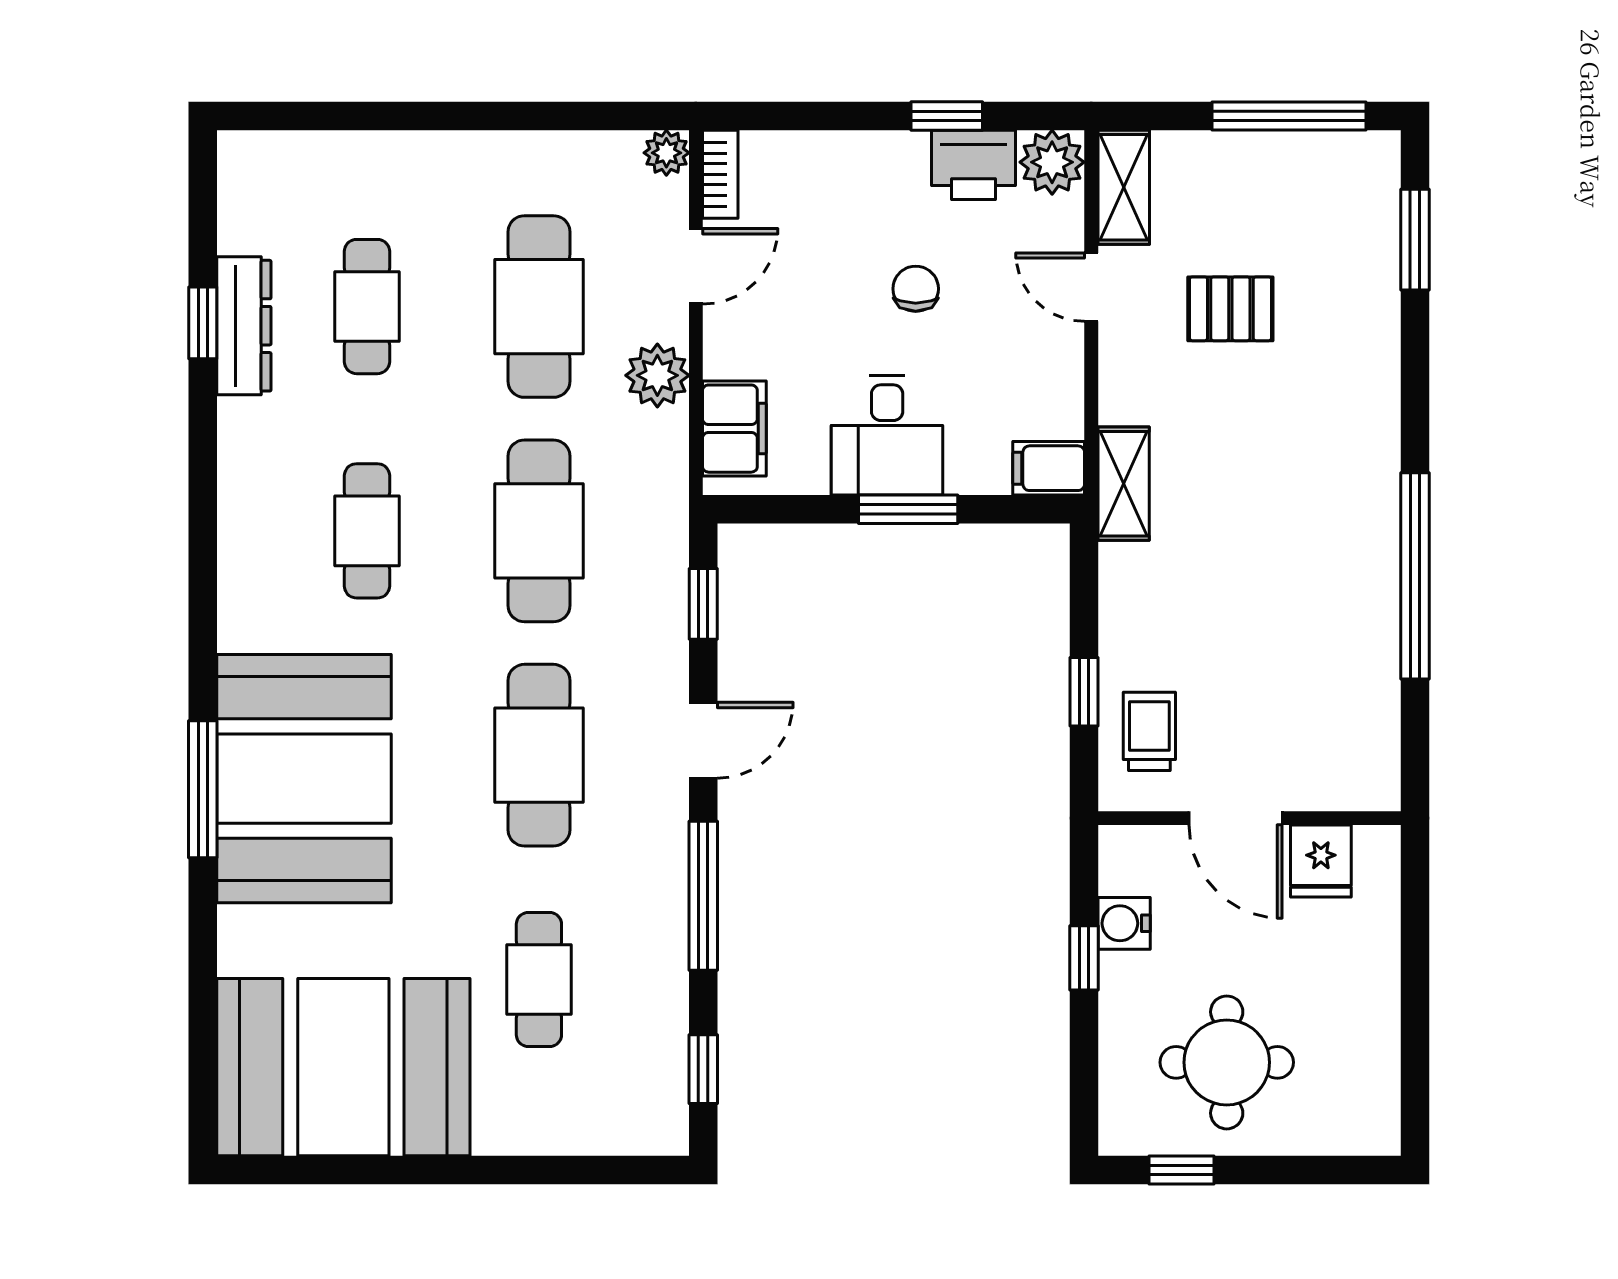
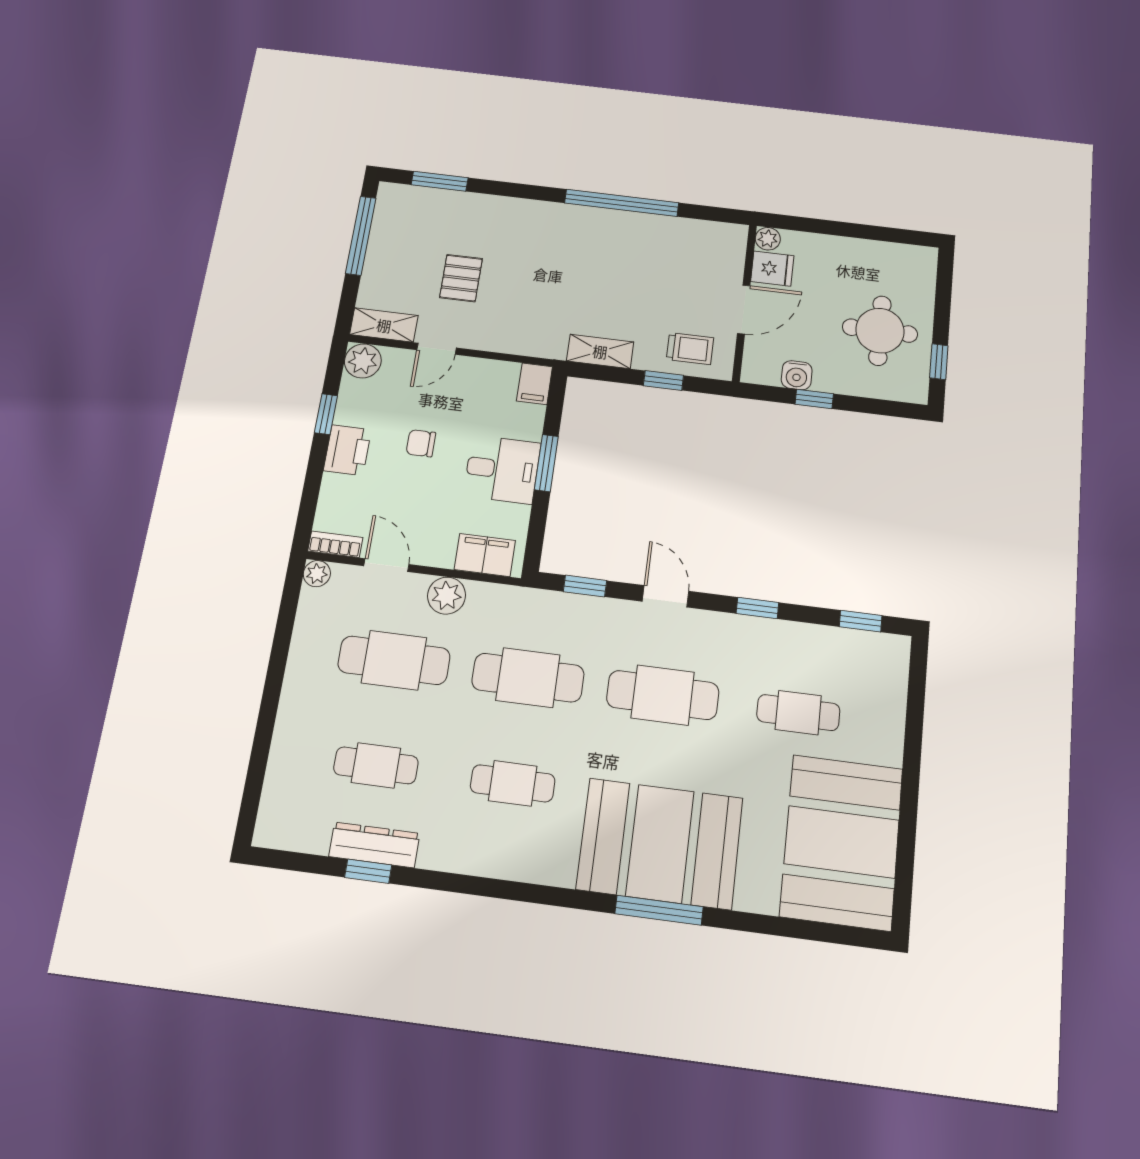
printer: (973, 165) -> (347, 450), moved
shelving: (1124, 484) -> (600, 351), moved
trolley: (1149, 731) -> (690, 349), turned 180
plant: (1378, 847) -> (768, 239), added
window: (703, 896) -> (757, 608), width x0.46

